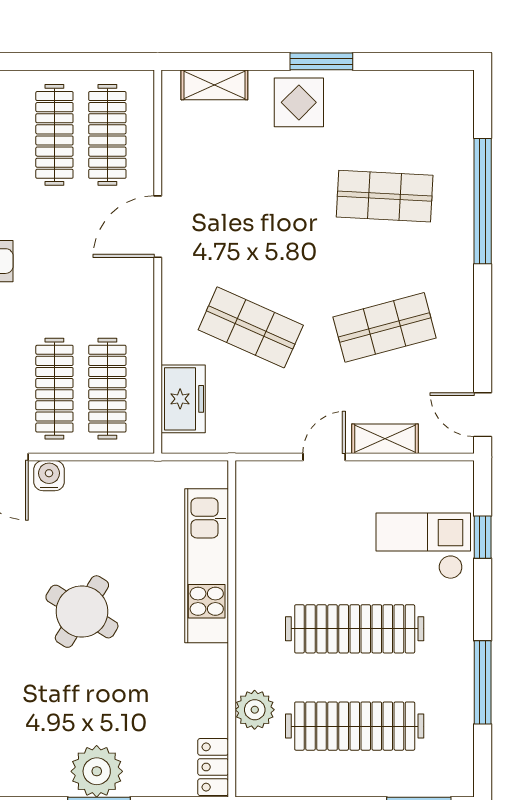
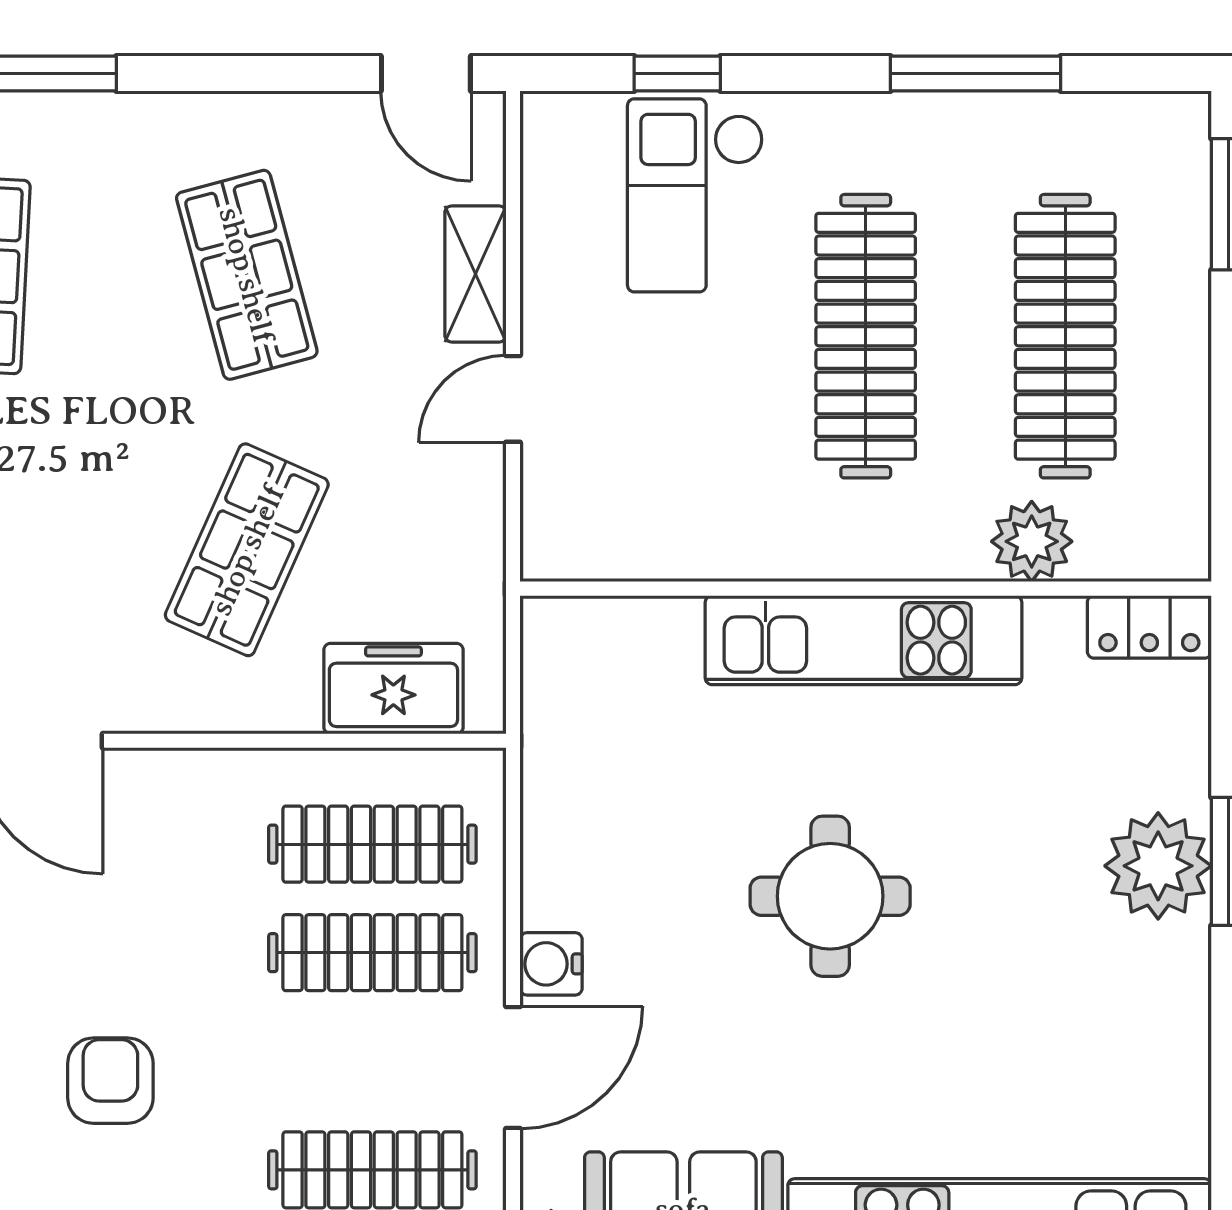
door: (483, 415) -> (426, 73), hinge flipped
door: (324, 457) -> (513, 399), hinge flipped
kitchen unit: (207, 566) -> (864, 640), moved
round table: (82, 612) -> (830, 896), turned -32

